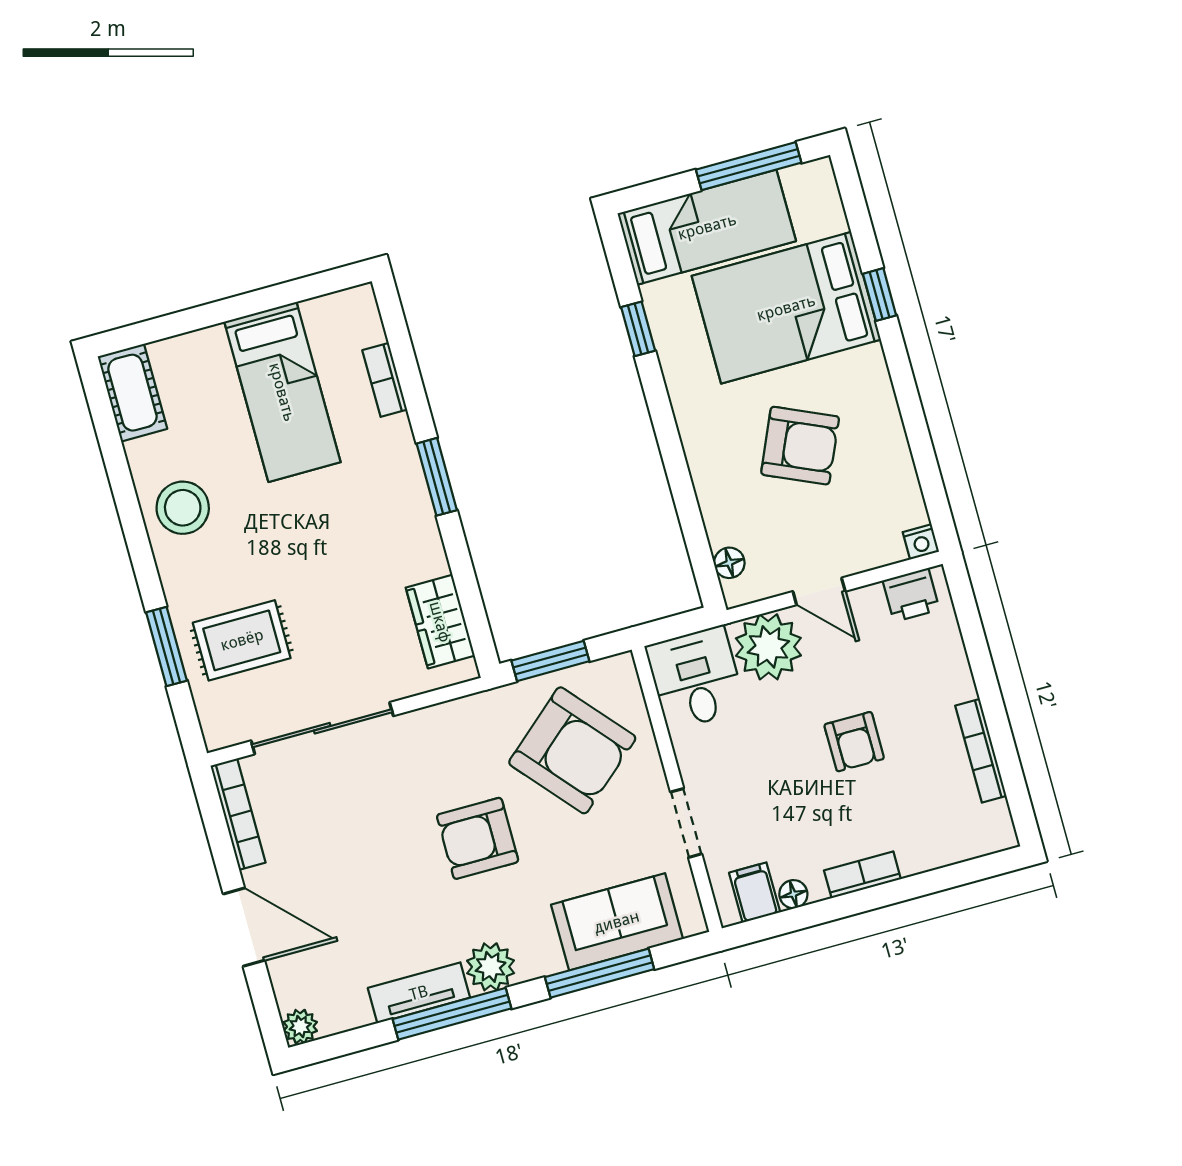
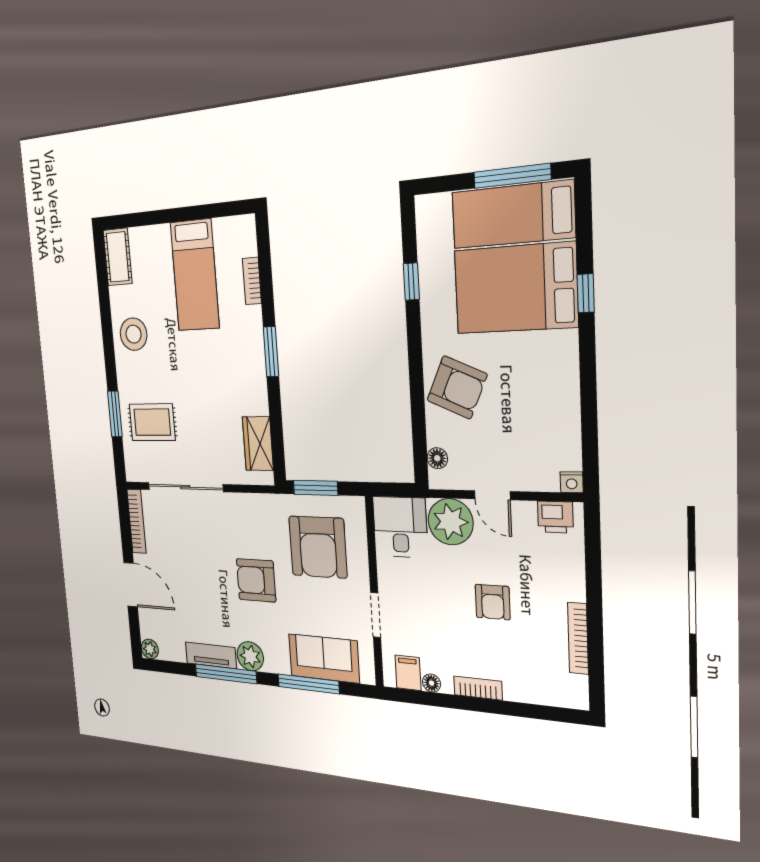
bed: (707, 227) -> (513, 215), moved, turned 180
armchair: (800, 446) -> (457, 387), moved
armchair: (572, 750) -> (318, 547), turned 41

